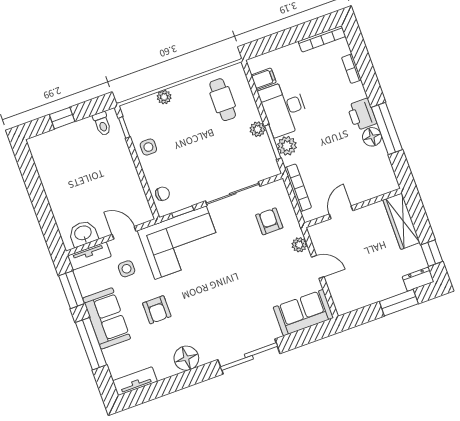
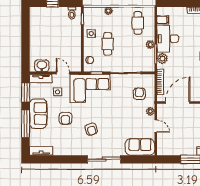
cafe table: (183, 155) -> (108, 44), added
door: (341, 212) -> (178, 102), width x1.88
armchair: (208, 312) -> (91, 129), added
floor lamp: (186, 358) -> (72, 149), removed

